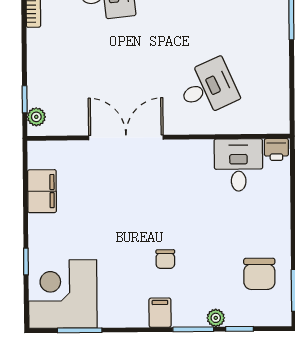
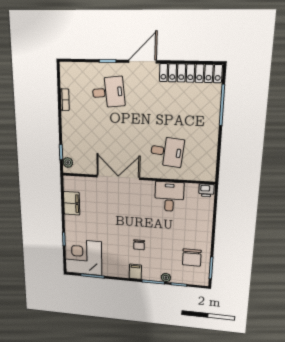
desk: (208, 88) -> (167, 152), turned 30
desk: (238, 165) -> (169, 197), moved

